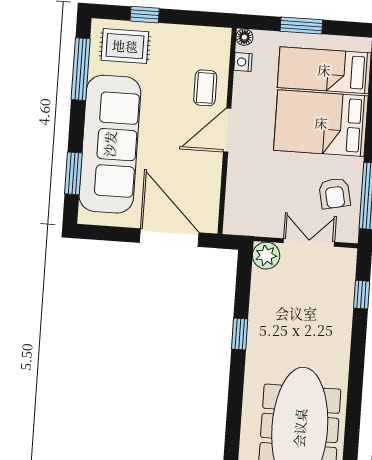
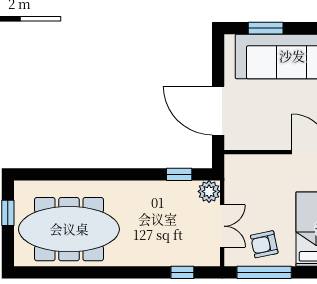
door: (169, 238) -> (218, 111), swing flipped
window: (240, 334) -> (179, 174), moved

